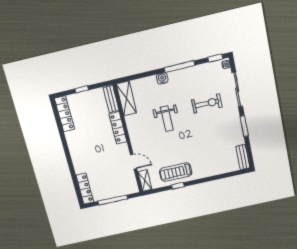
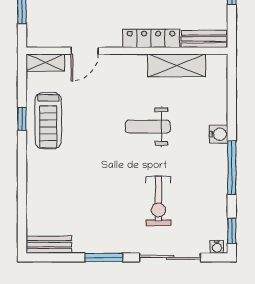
shelving: (126, 98) -> (177, 65), moved
treadmill: (176, 172) -> (48, 121), turned 180

